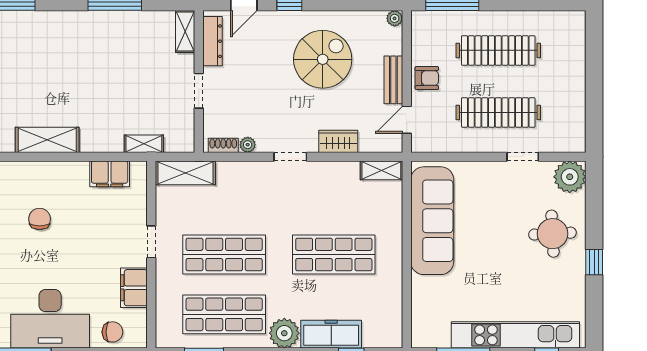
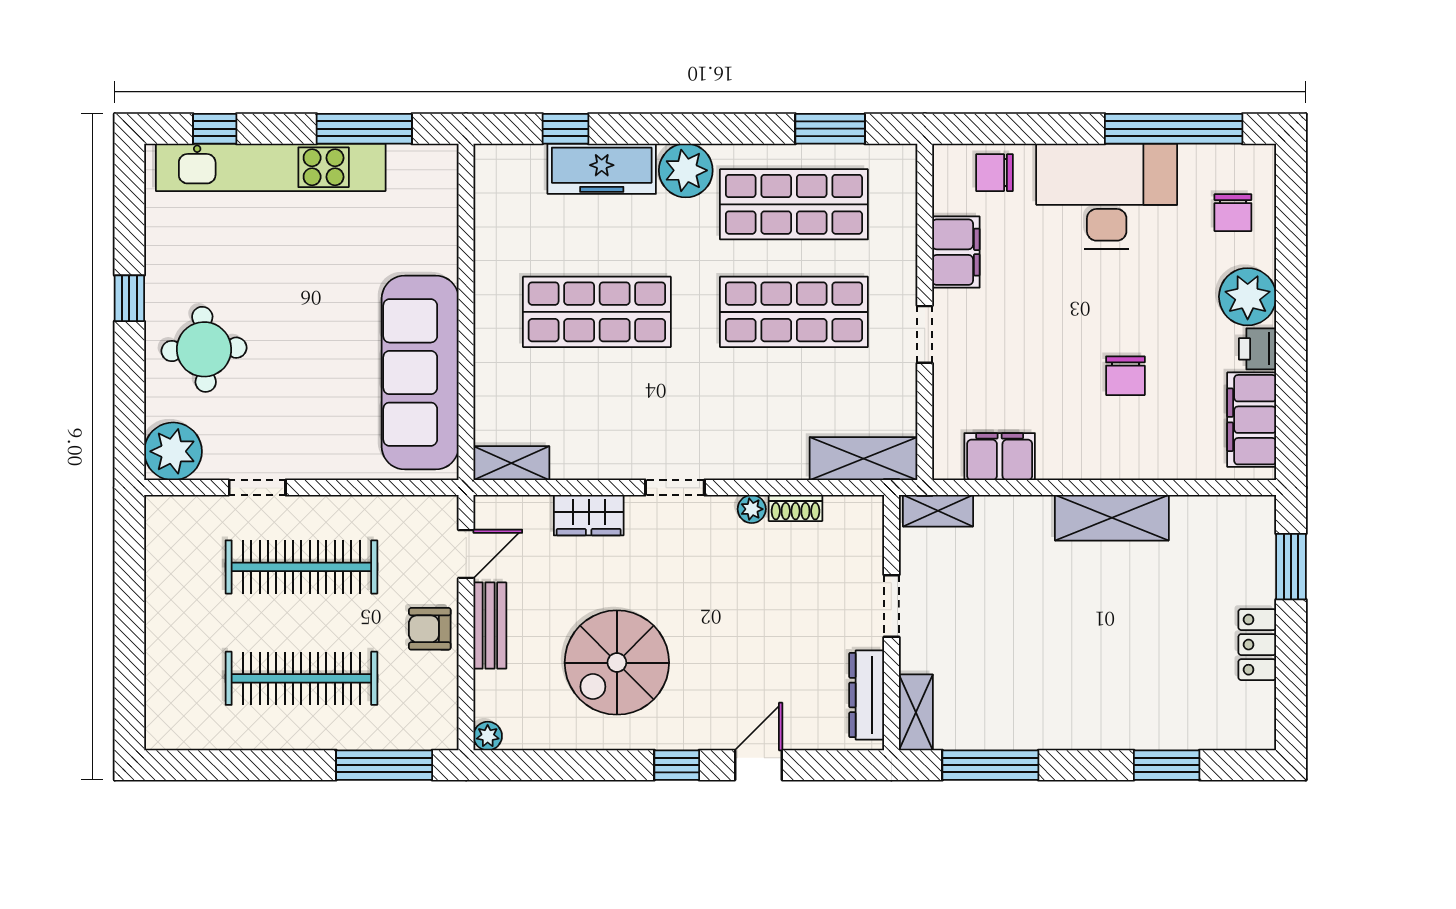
shelving: (185, 32) -> (916, 712), moved
dresser: (212, 41) -> (867, 695), moved
wall: (199, 81) -> (891, 623), moved
doorway: (199, 91) -> (891, 606), moved

